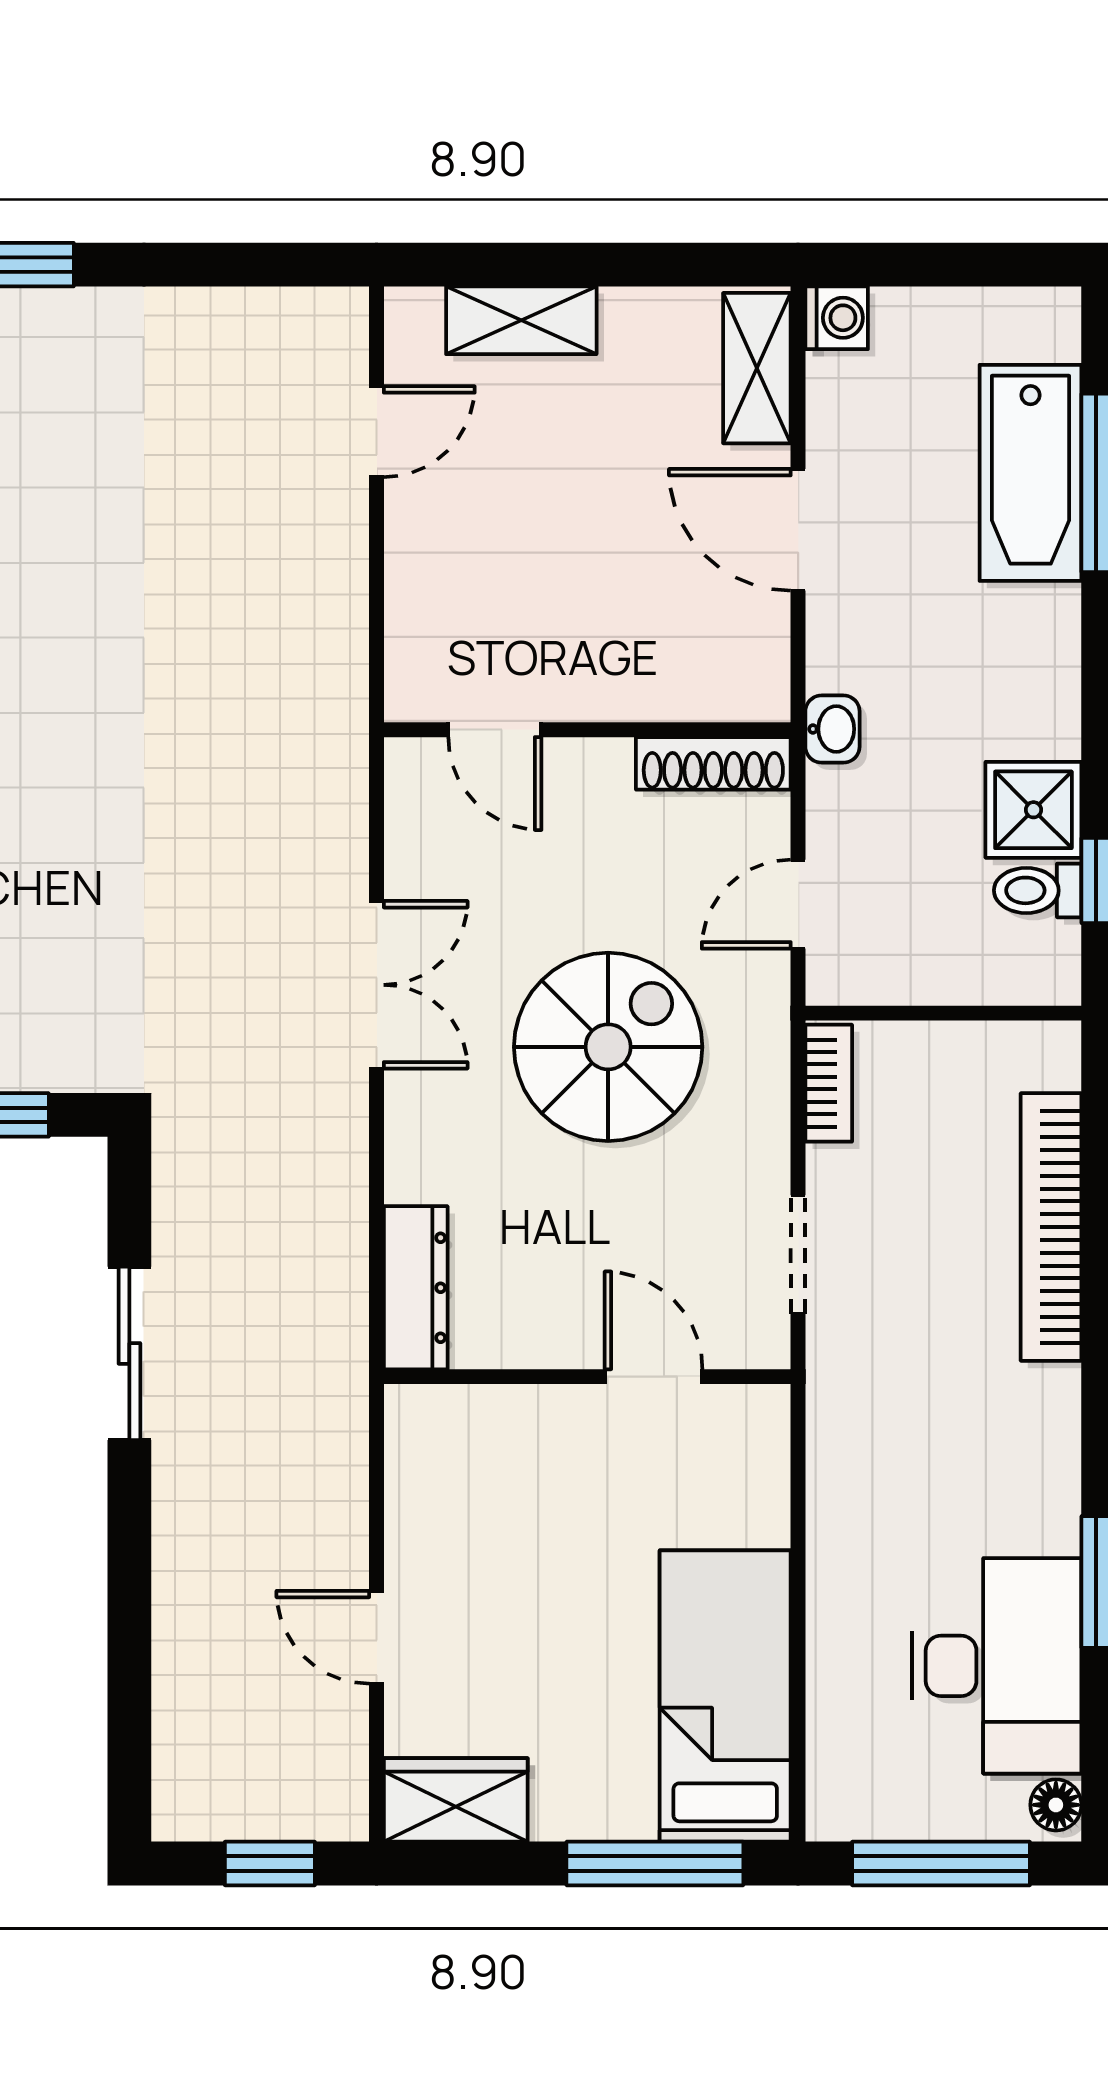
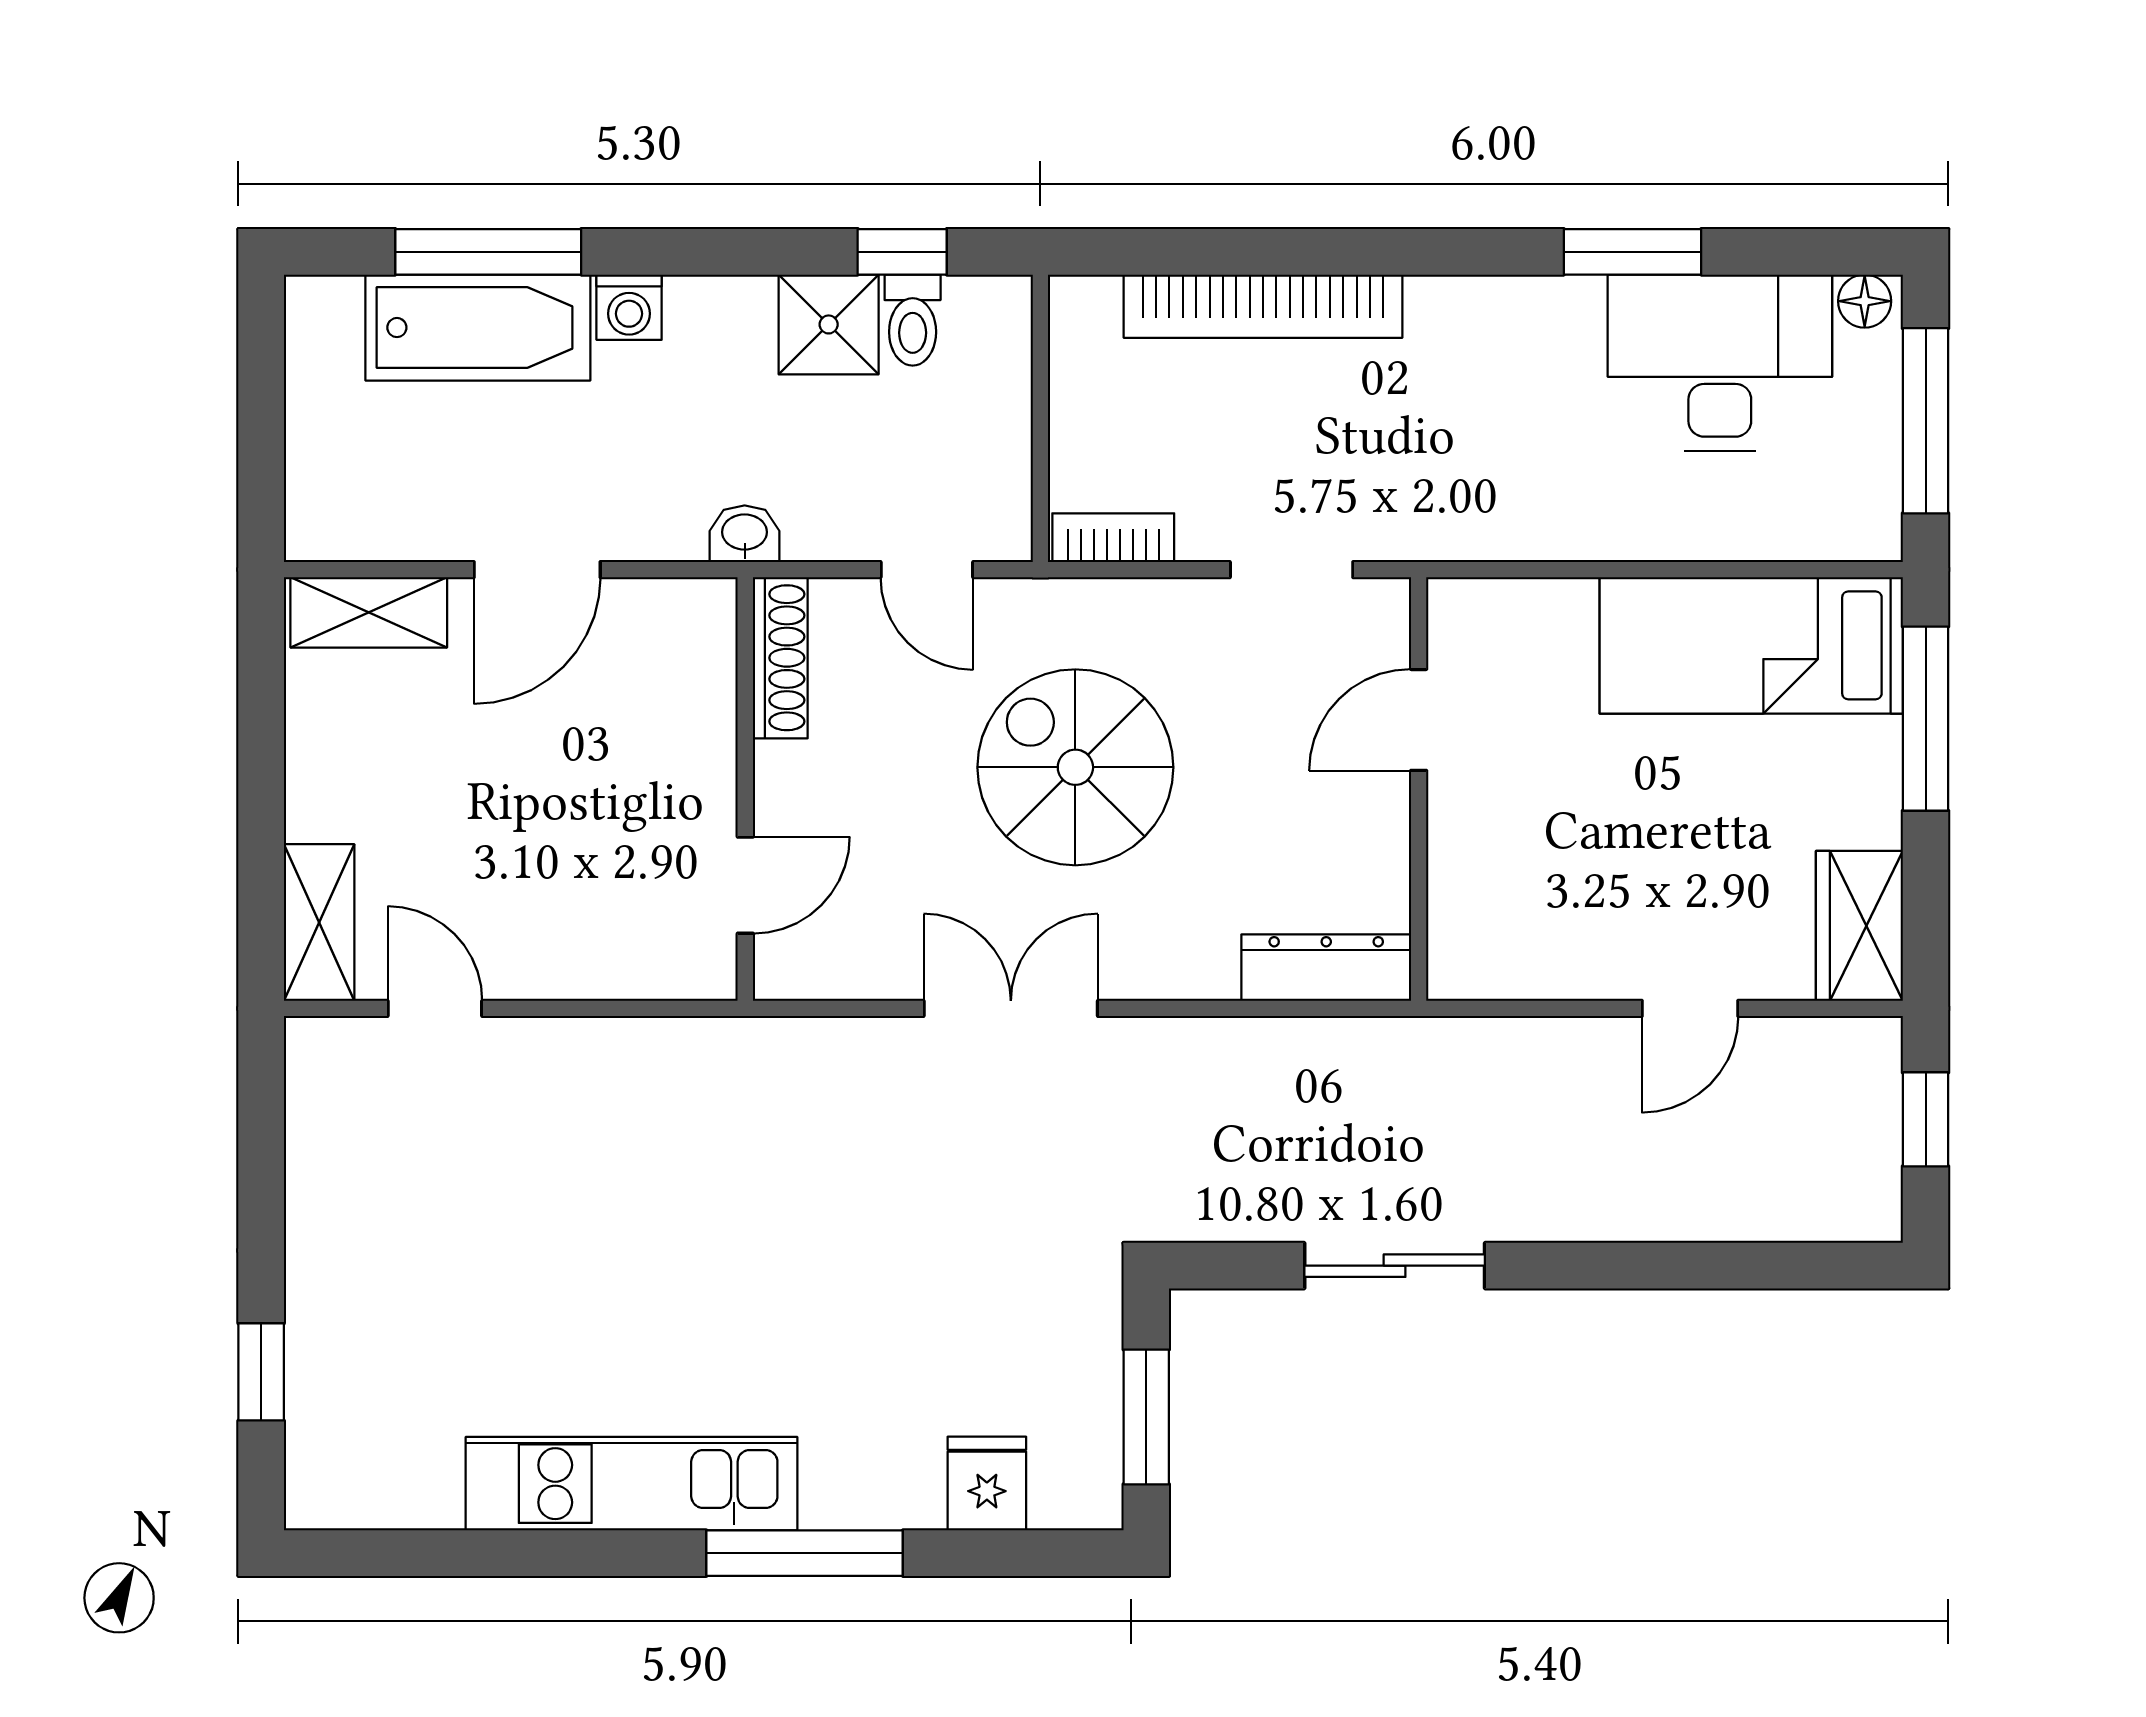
washing machine: (837, 318) -> (629, 307), moved, turned 180
shelving: (521, 320) -> (319, 922), moved

